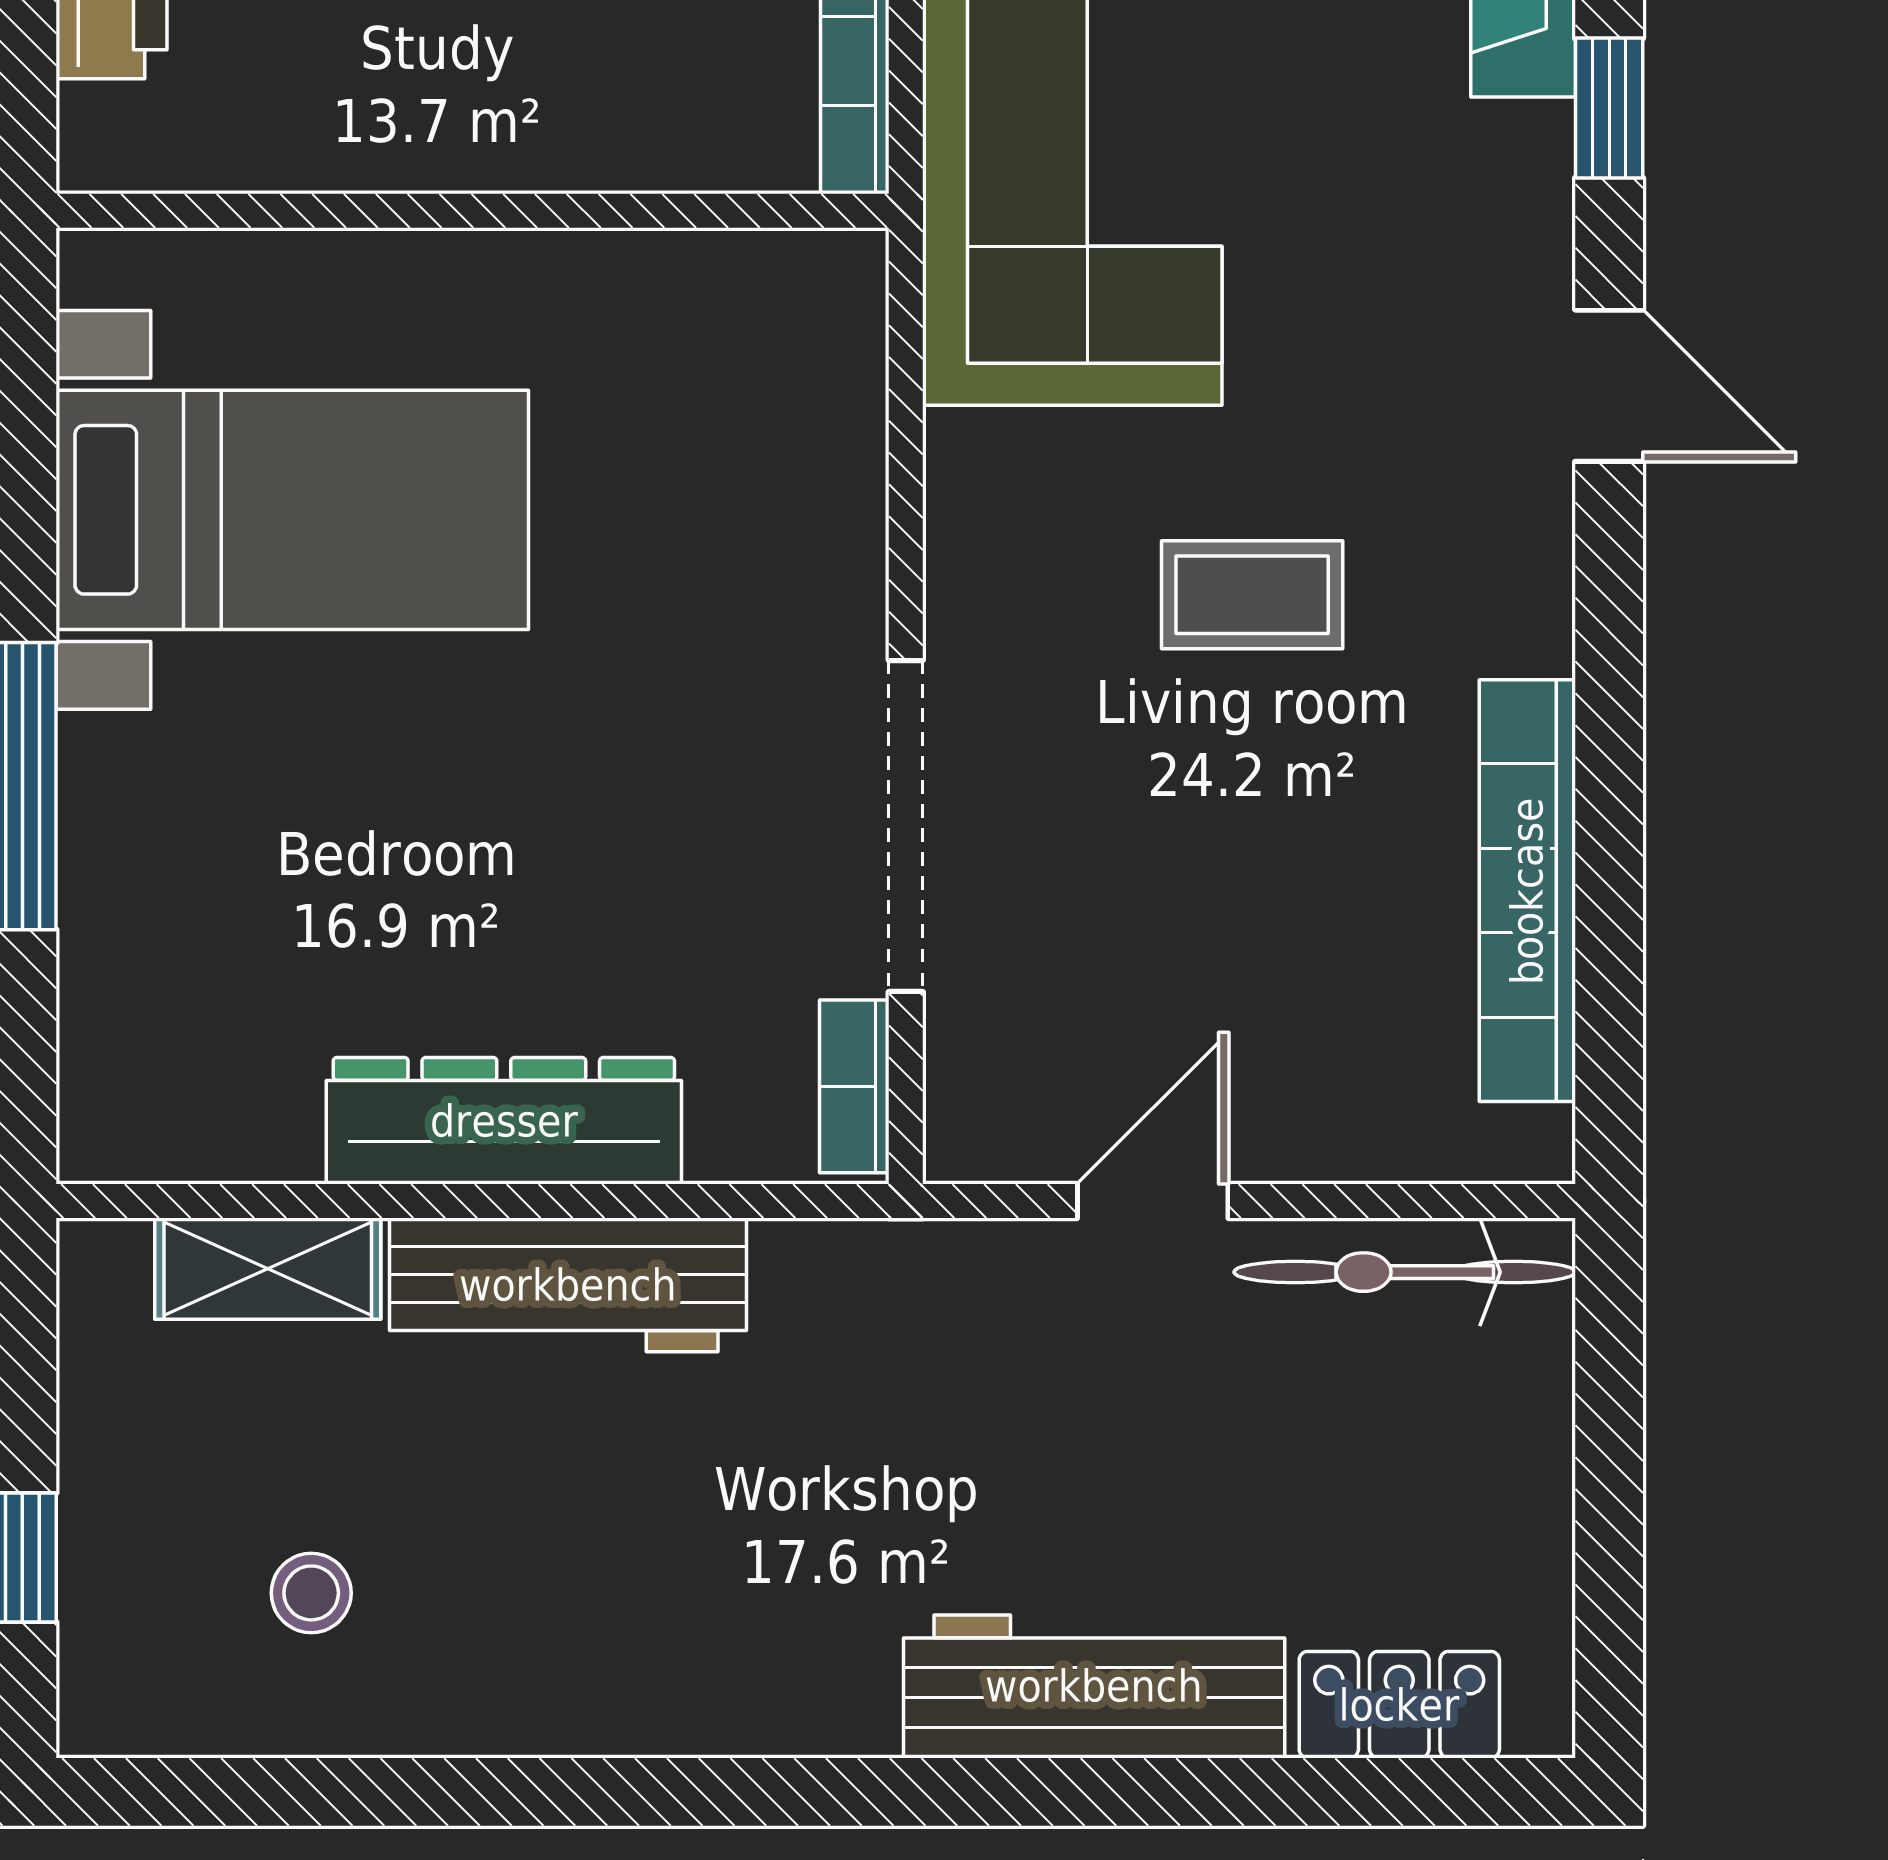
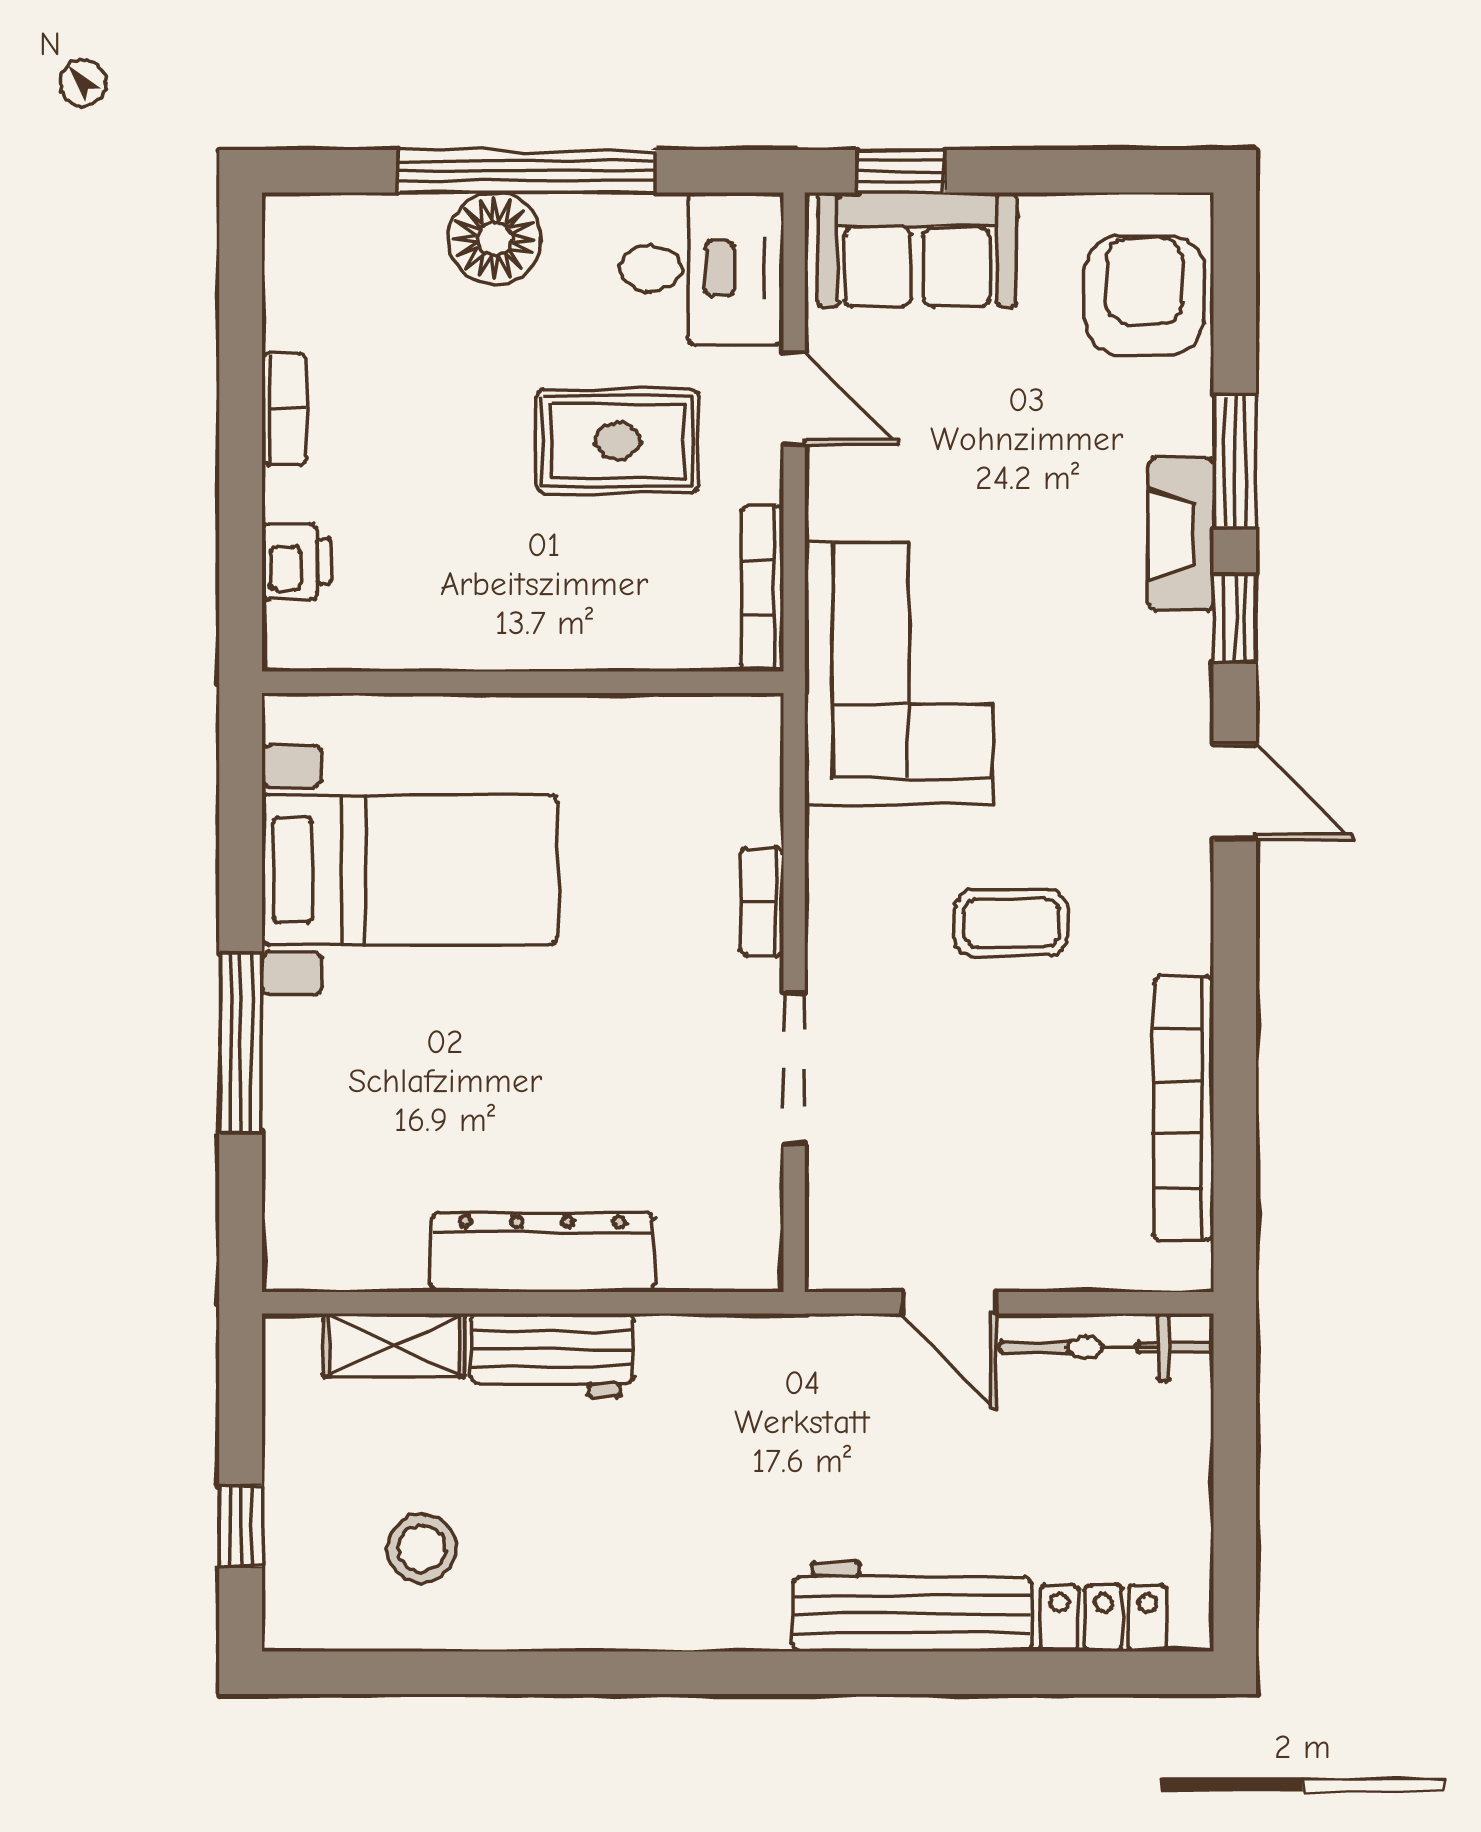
doorway: (906, 826) -> (794, 1068), width x0.73
bookcase: (854, 1086) -> (762, 902), moved
door: (1153, 1201) -> (949, 1303), swing flipped
workbench: (568, 1285) -> (552, 1355), width x0.73
stool: (311, 1593) -> (422, 1548), width x1.37, depth x1.37

